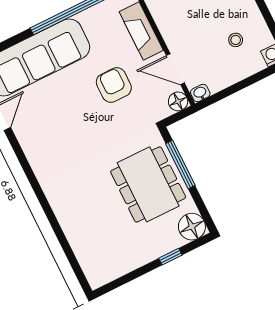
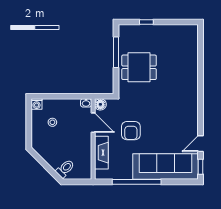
window: (180, 164) -> (116, 52), moved
dining table: (148, 184) -> (139, 67), width x0.73
floor lamp: (192, 227) -> (127, 32), removed

